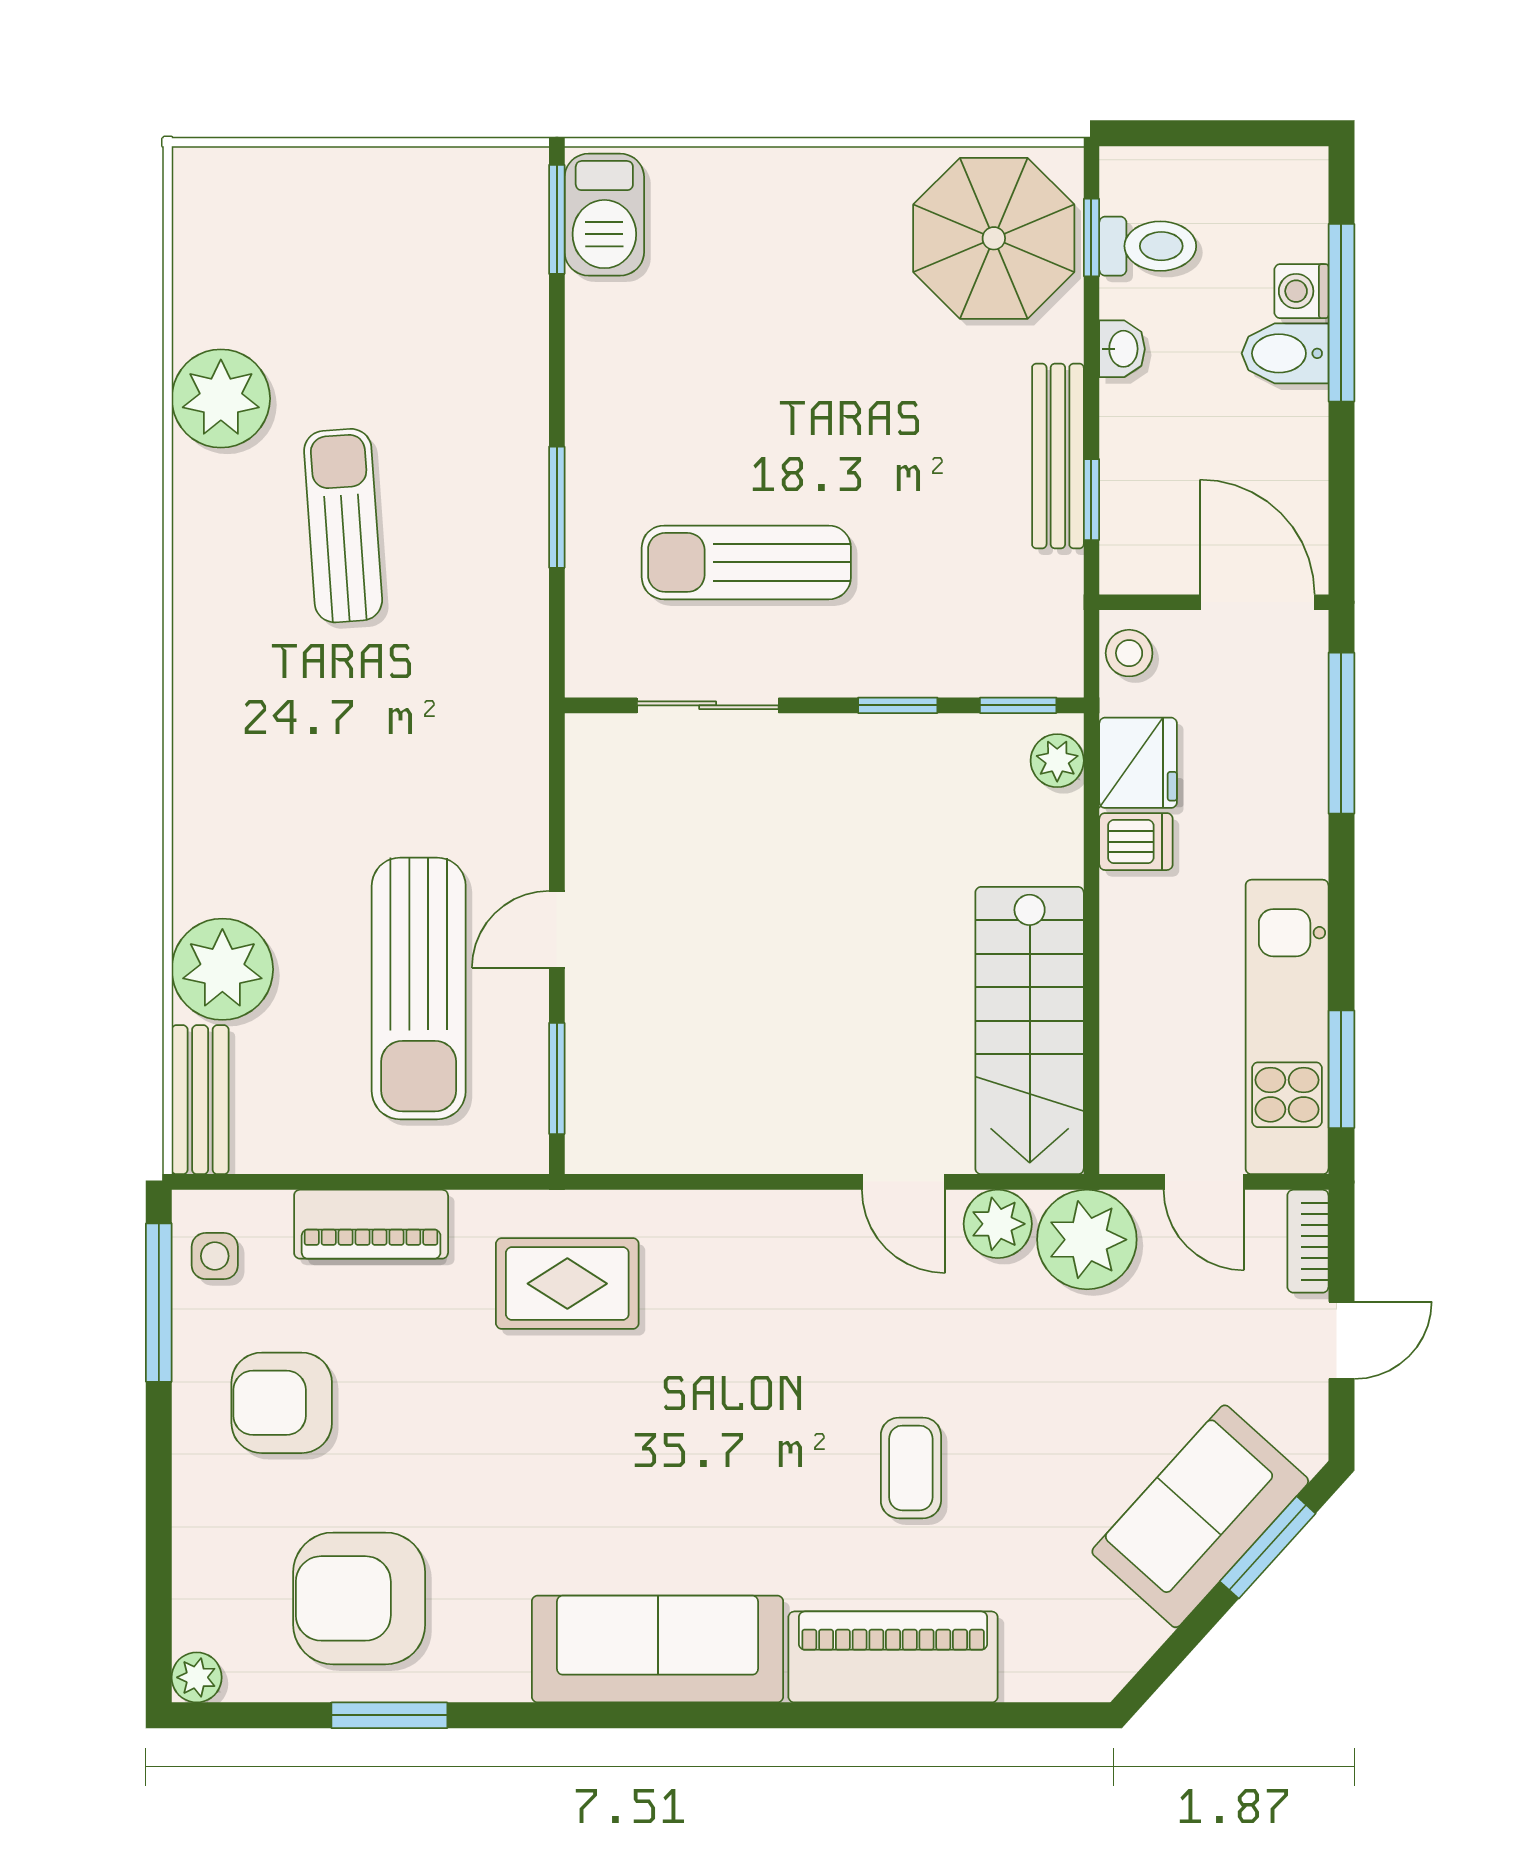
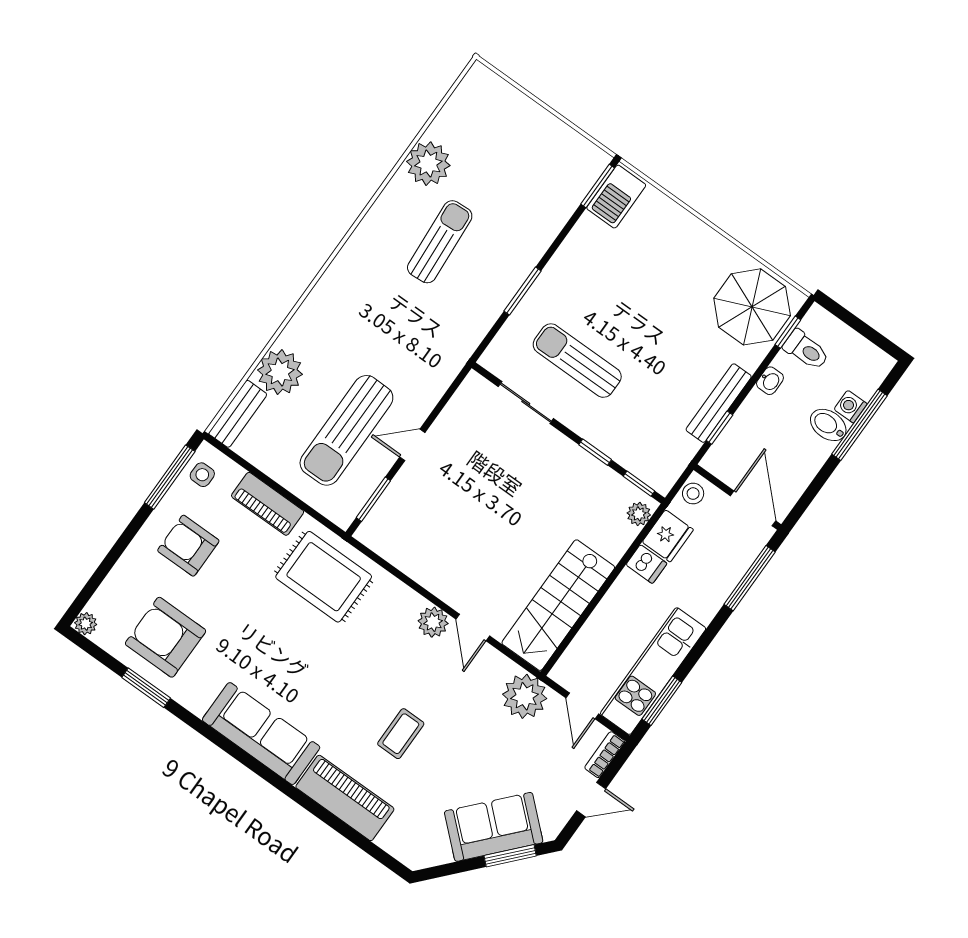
plant: (998, 1224) -> (433, 622), moved
rug: (567, 1284) -> (324, 577), width x1.36, depth x1.43

